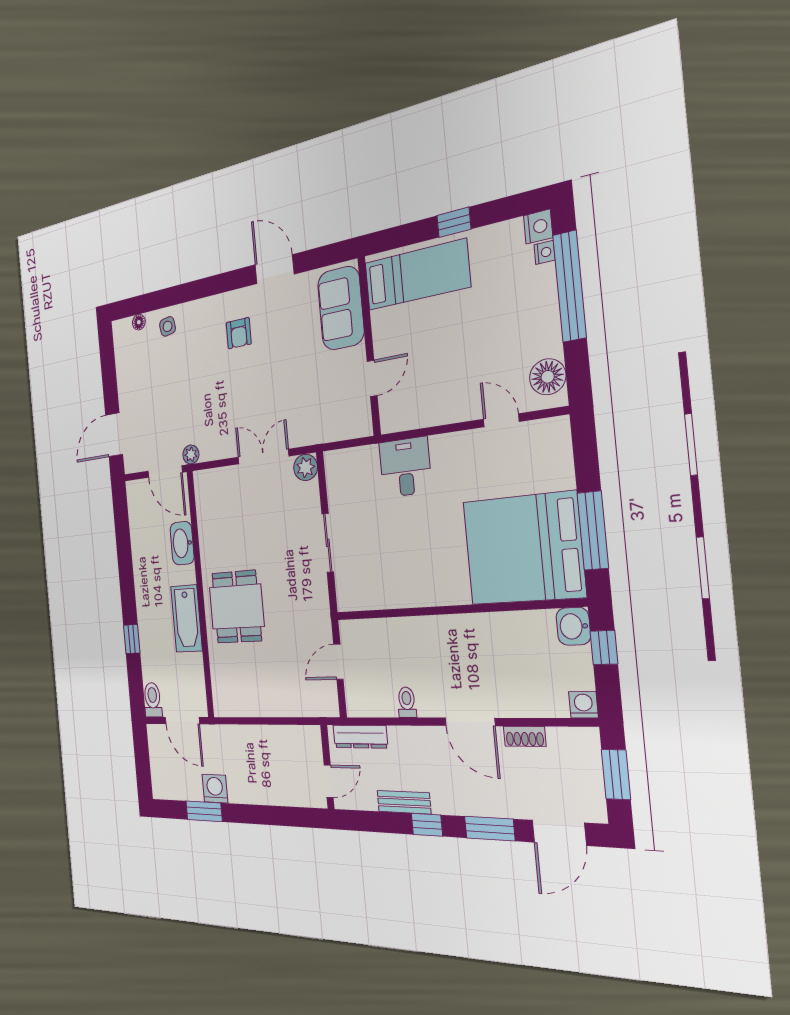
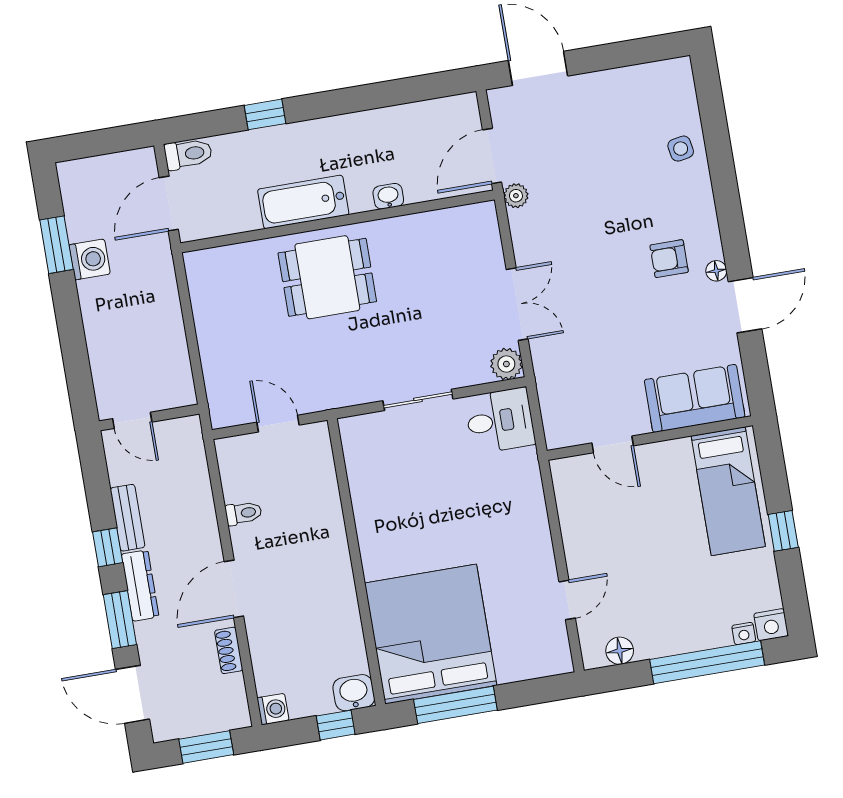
floor lamp: (139, 322) -> (716, 271), moved
floor lamp: (548, 377) -> (620, 651), width x0.73, depth x0.73
desk: (405, 467) -> (500, 421), moved
washbasin: (182, 543) -> (388, 196), width x0.52, depth x0.69
dresser: (360, 737) -> (140, 585), moved, turned 180

